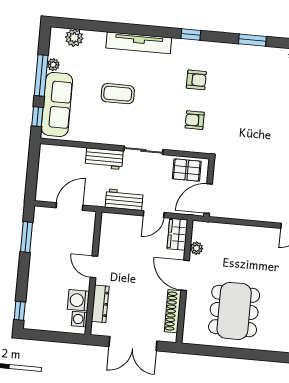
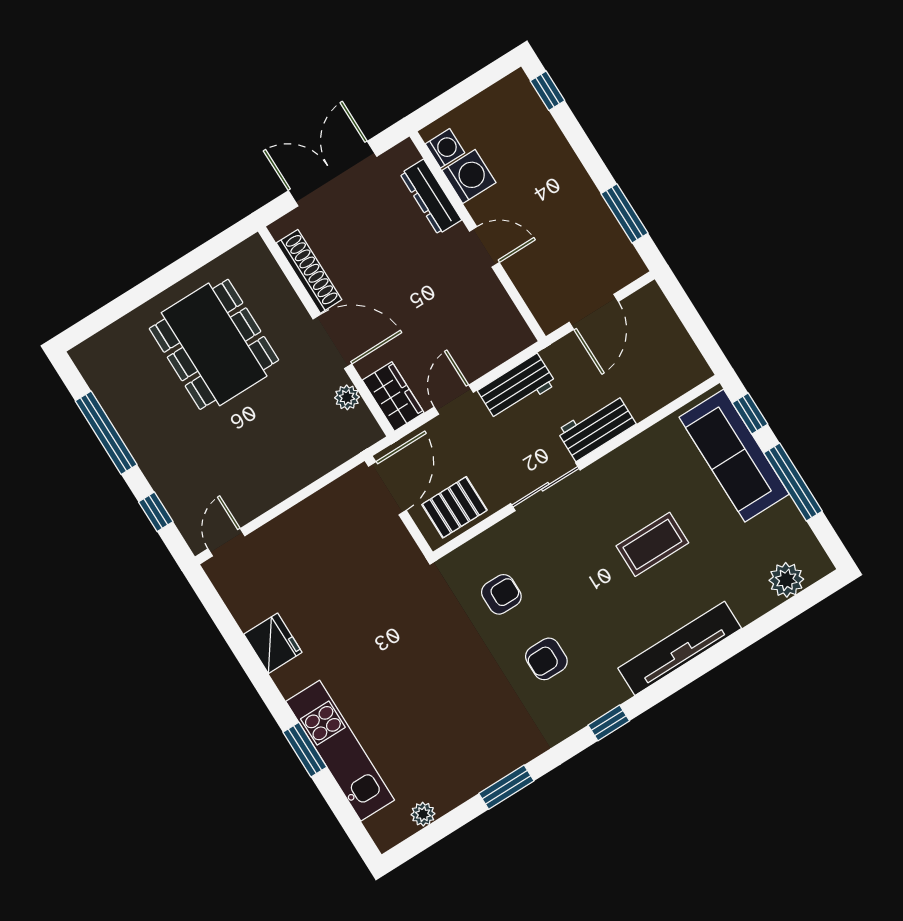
plant: (53, 65) -> (787, 513), removed

